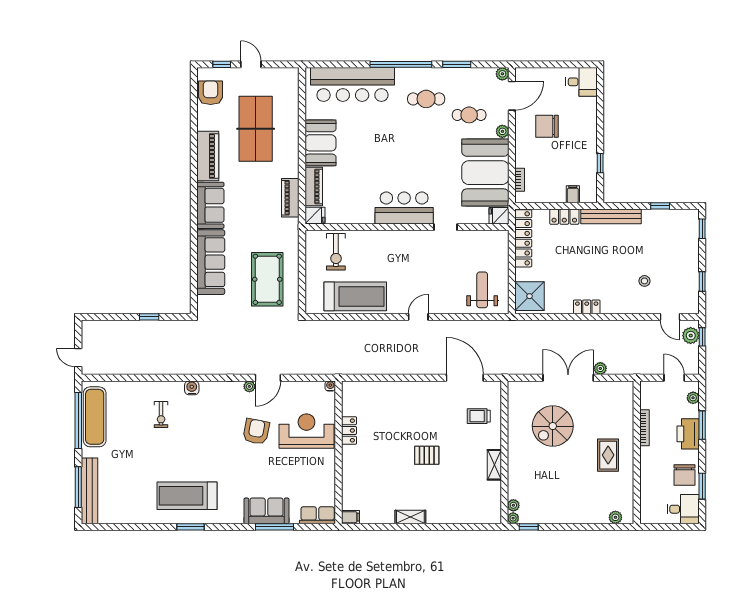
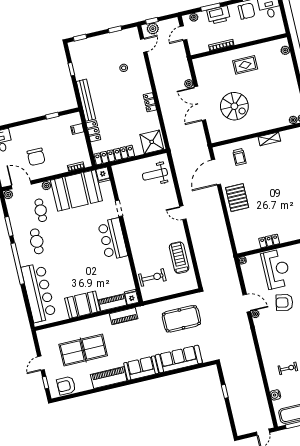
treadmill: (355, 296) -> (179, 258), width x0.73, depth x0.73
water cooler: (192, 388) -> (275, 395), moved
reception desk: (306, 431) -> (276, 269), turned 180
pallet: (427, 455) -> (237, 198), moved, width x1.50, depth x1.42

